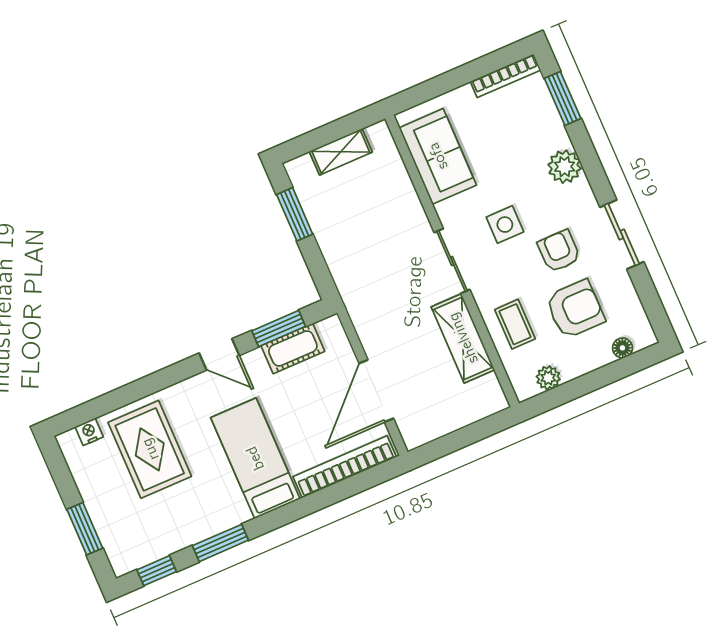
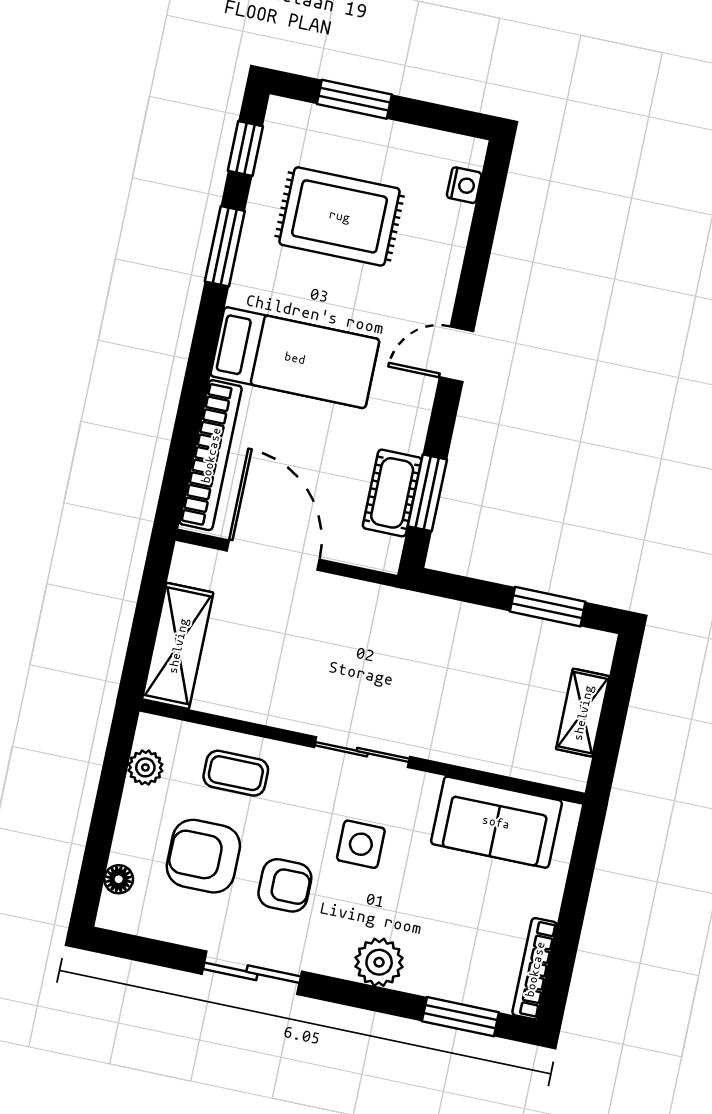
armchair: (575, 309) -> (203, 856), turned 90
shelving: (463, 338) -> (178, 646), moved, turned 90
door: (219, 354) -> (457, 354), moved
rug: (150, 449) -> (340, 216), moved

